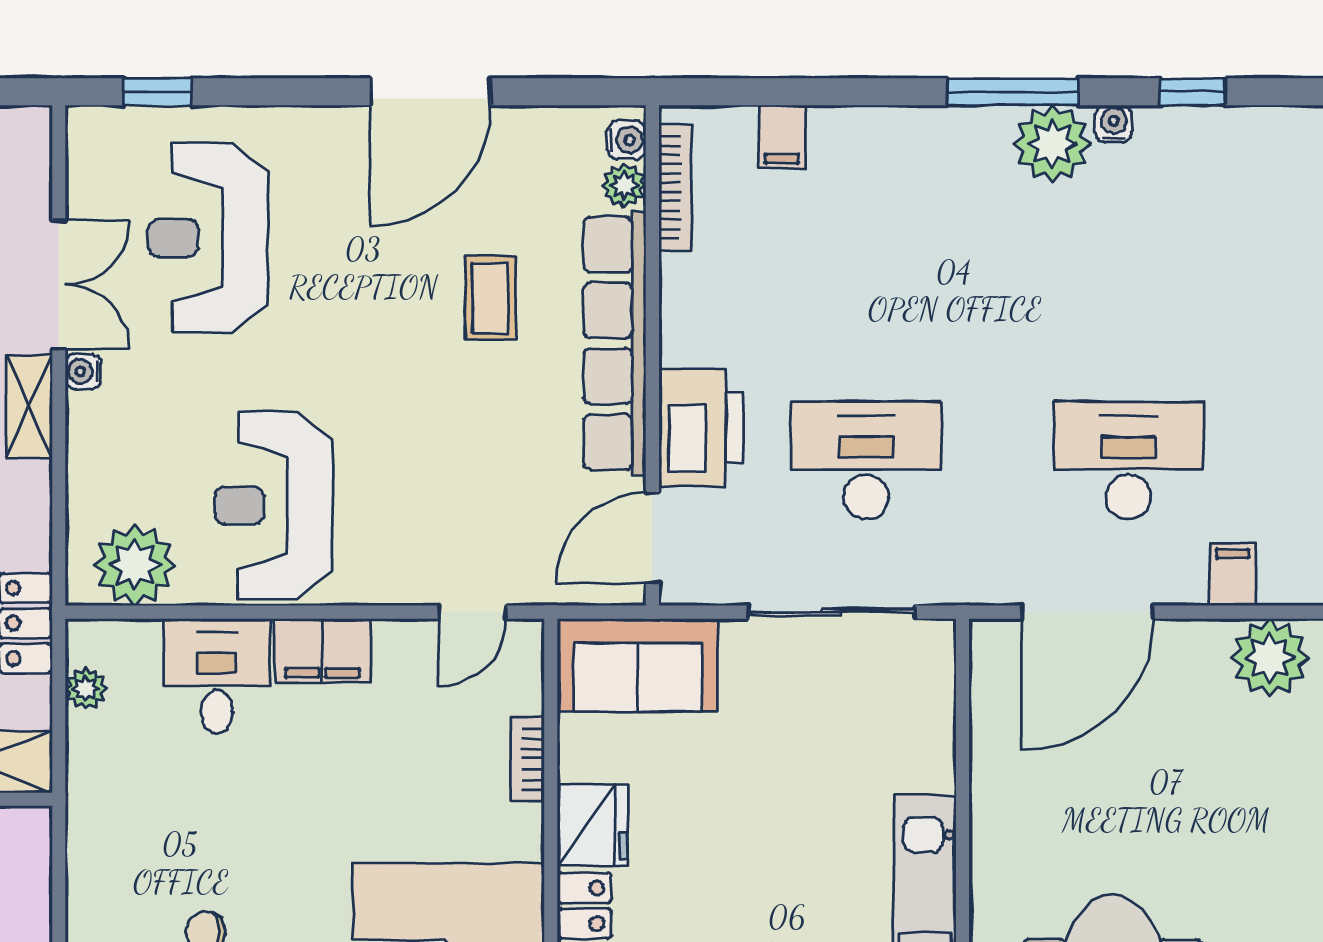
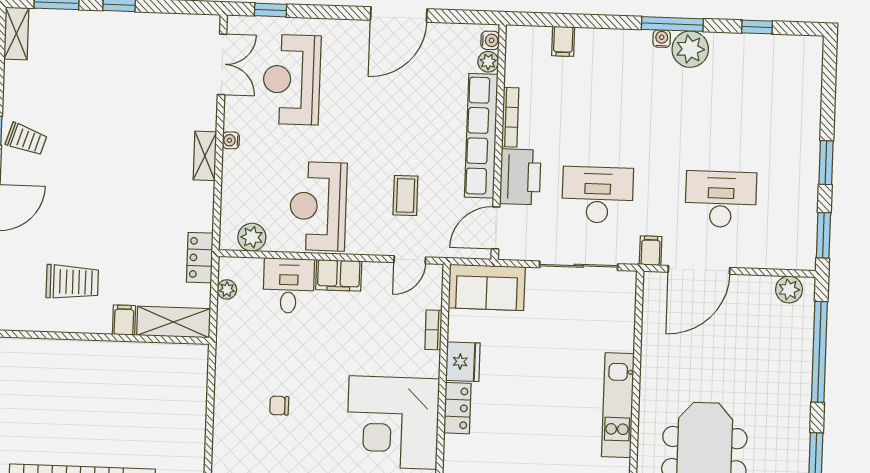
water cooler: (1114, 124) -> (662, 39), moved
bookcase: (675, 187) -> (510, 117), moved
double door: (59, 285) -> (222, 64), moved
coffee table: (490, 298) -> (405, 195), moved
plant: (135, 565) -> (252, 237), width x0.73, depth x0.73
filing cabinet: (1233, 575) -> (651, 251), moved
plant: (1270, 658) -> (789, 290), width x0.73, depth x0.73

